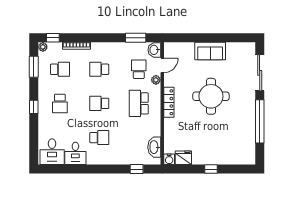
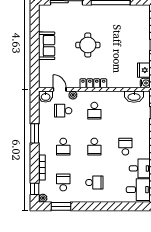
window: (136, 38) -> (35, 133), moved
round table: (211, 96) -> (88, 45), width x0.73, depth x0.73
school desk: (139, 103) -> (94, 111), width x0.54
window: (34, 107) -> (97, 206), removed

